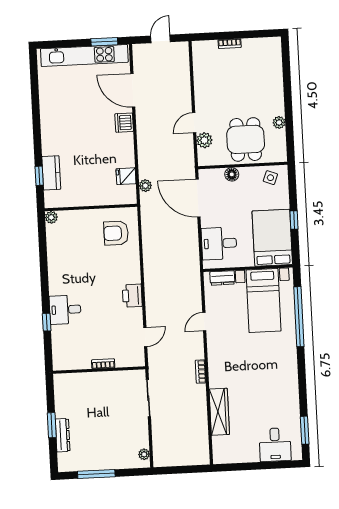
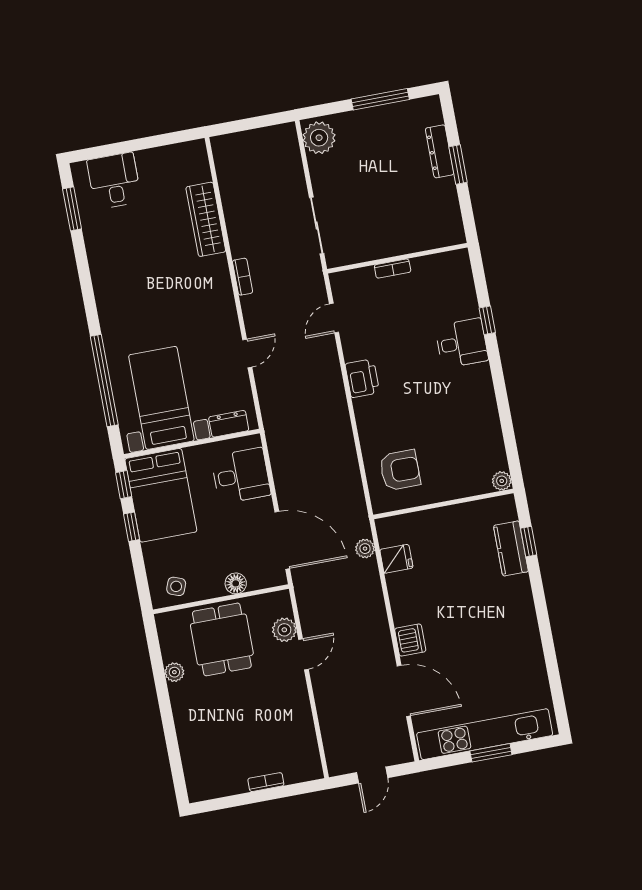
window: (104, 42) -> (491, 753), moved
window: (295, 248) -> (124, 485), added
plant: (144, 454) -> (319, 138), width x1.87, depth x1.87

